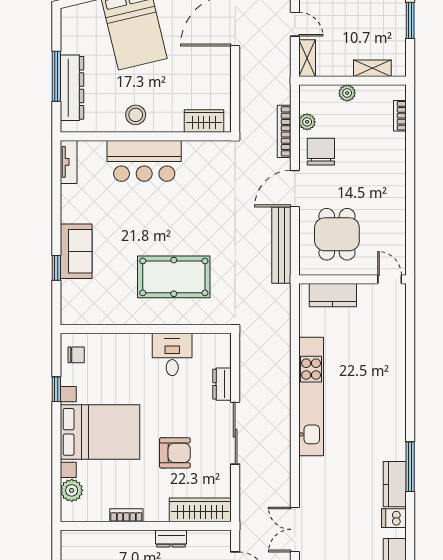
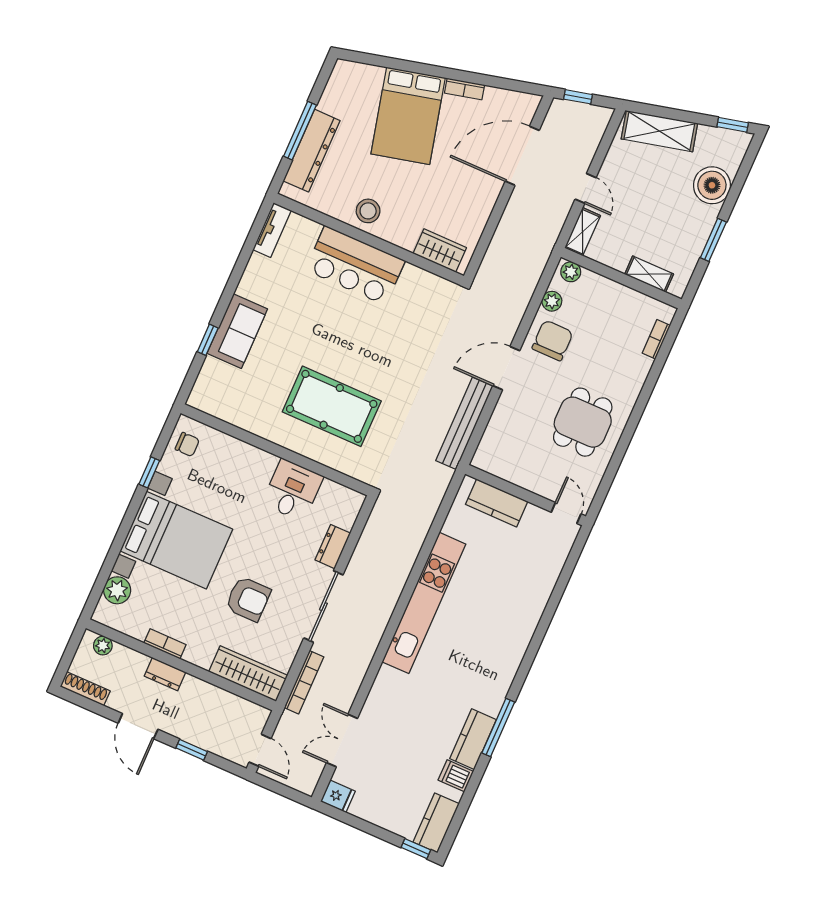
plant: (347, 93) -> (571, 272), moved
bookcase: (284, 131) -> (304, 682), moved, turned 180
dining table: (337, 234) -> (583, 422), moved
plant: (79, 538) -> (103, 646), added
dresser: (171, 538) -> (165, 674), moved

